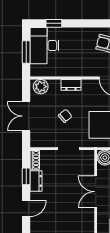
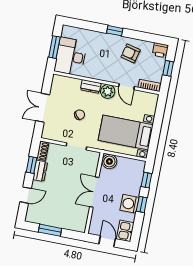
window: (54, 23) -> (115, 31), moved
desk: (45, 46) -> (71, 56), moved
plant: (41, 87) -> (108, 91), moved

